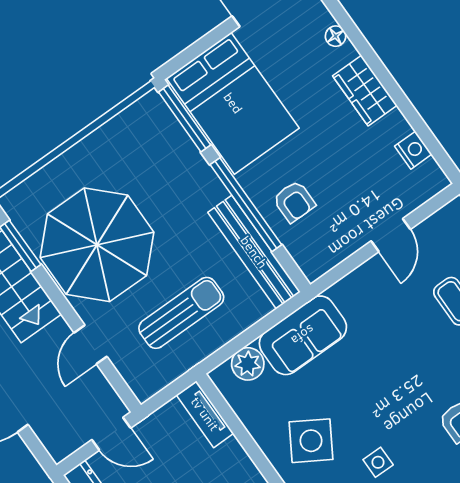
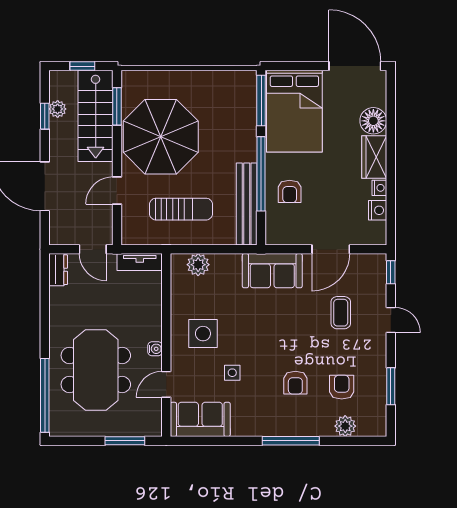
floor lamp: (336, 36) -> (373, 121), width x1.89, depth x1.89
nightstand: (396, 122) -> (379, 188), added
door: (391, 235) -> (331, 249), width x1.38
sofa: (303, 335) -> (272, 271), moved
tv unit: (205, 414) -> (140, 262), moved, turned -90
side table: (311, 441) -> (203, 334), turned -31

